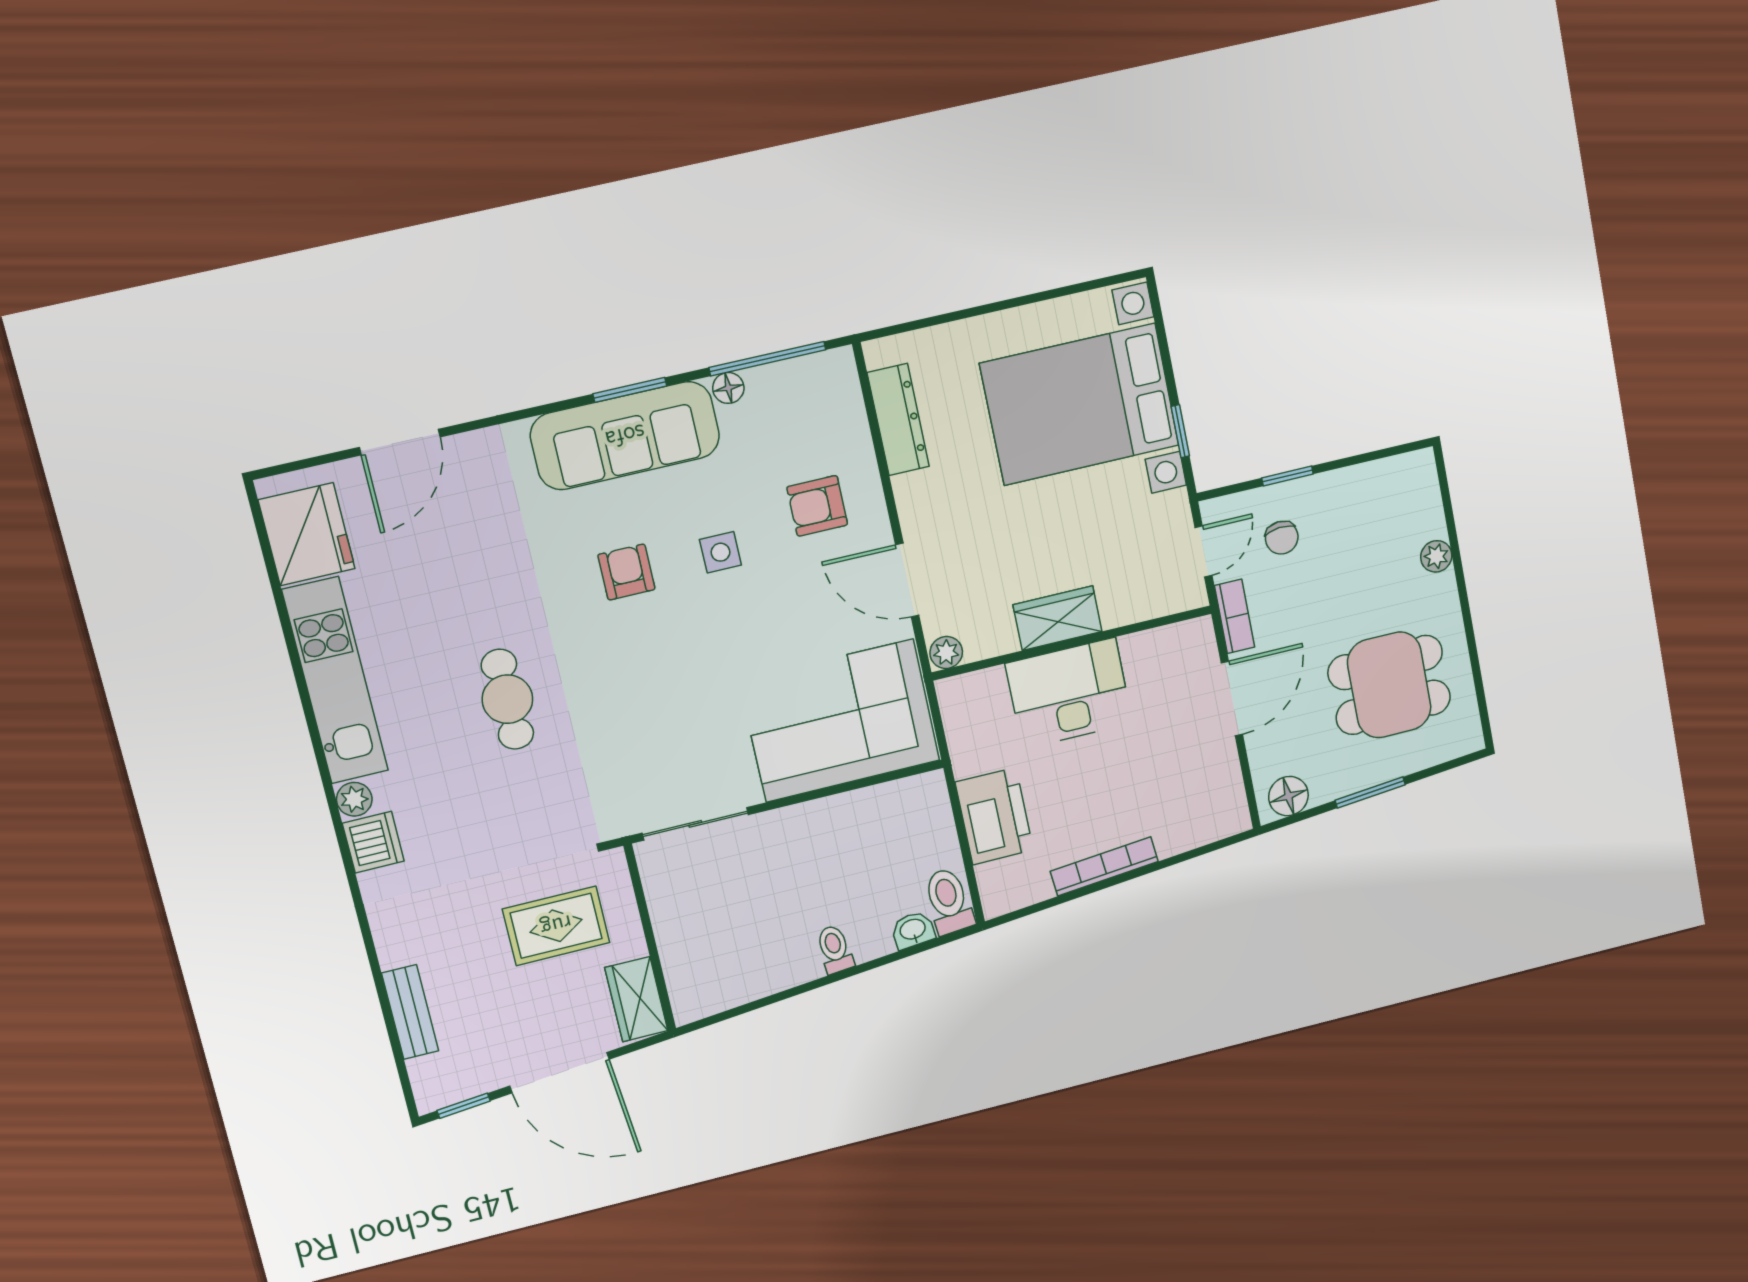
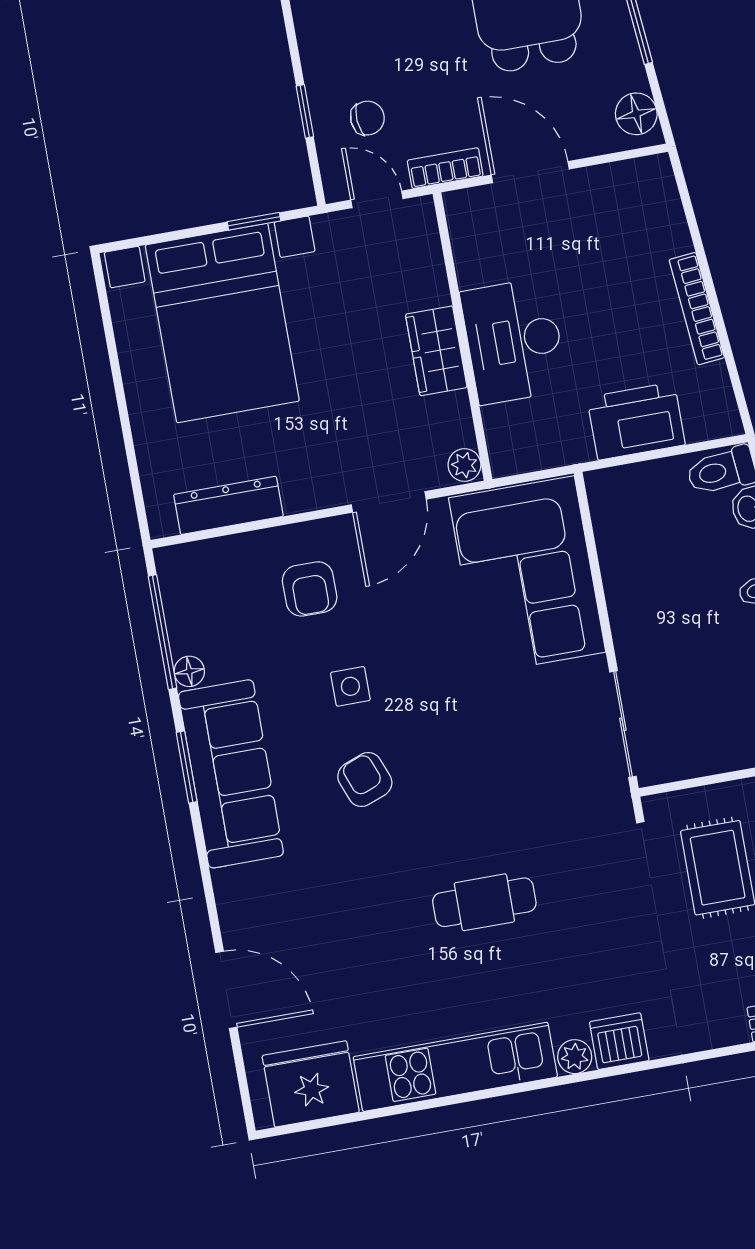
armchair: (626, 572) -> (365, 779), turned 69

